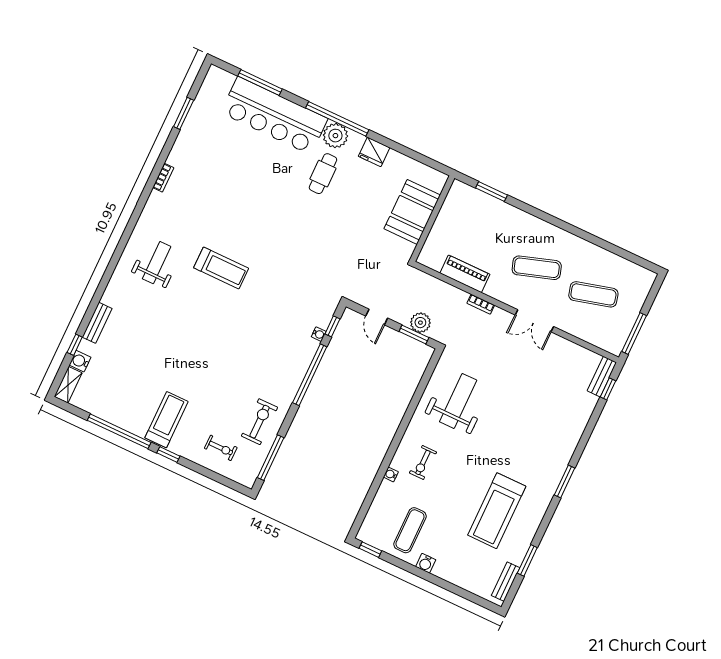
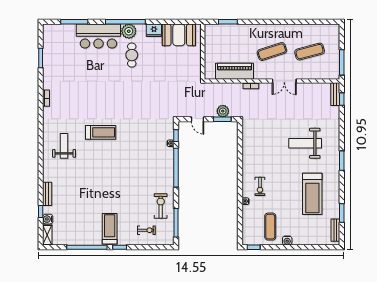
bar counter: (274, 116) -> (98, 36), width x0.73
booth: (412, 212) -> (179, 35), moved, turned 90
piano: (465, 274) -> (234, 71), width x1.37, depth x1.33
weight bench: (458, 401) -> (305, 143), moved, turned -90

